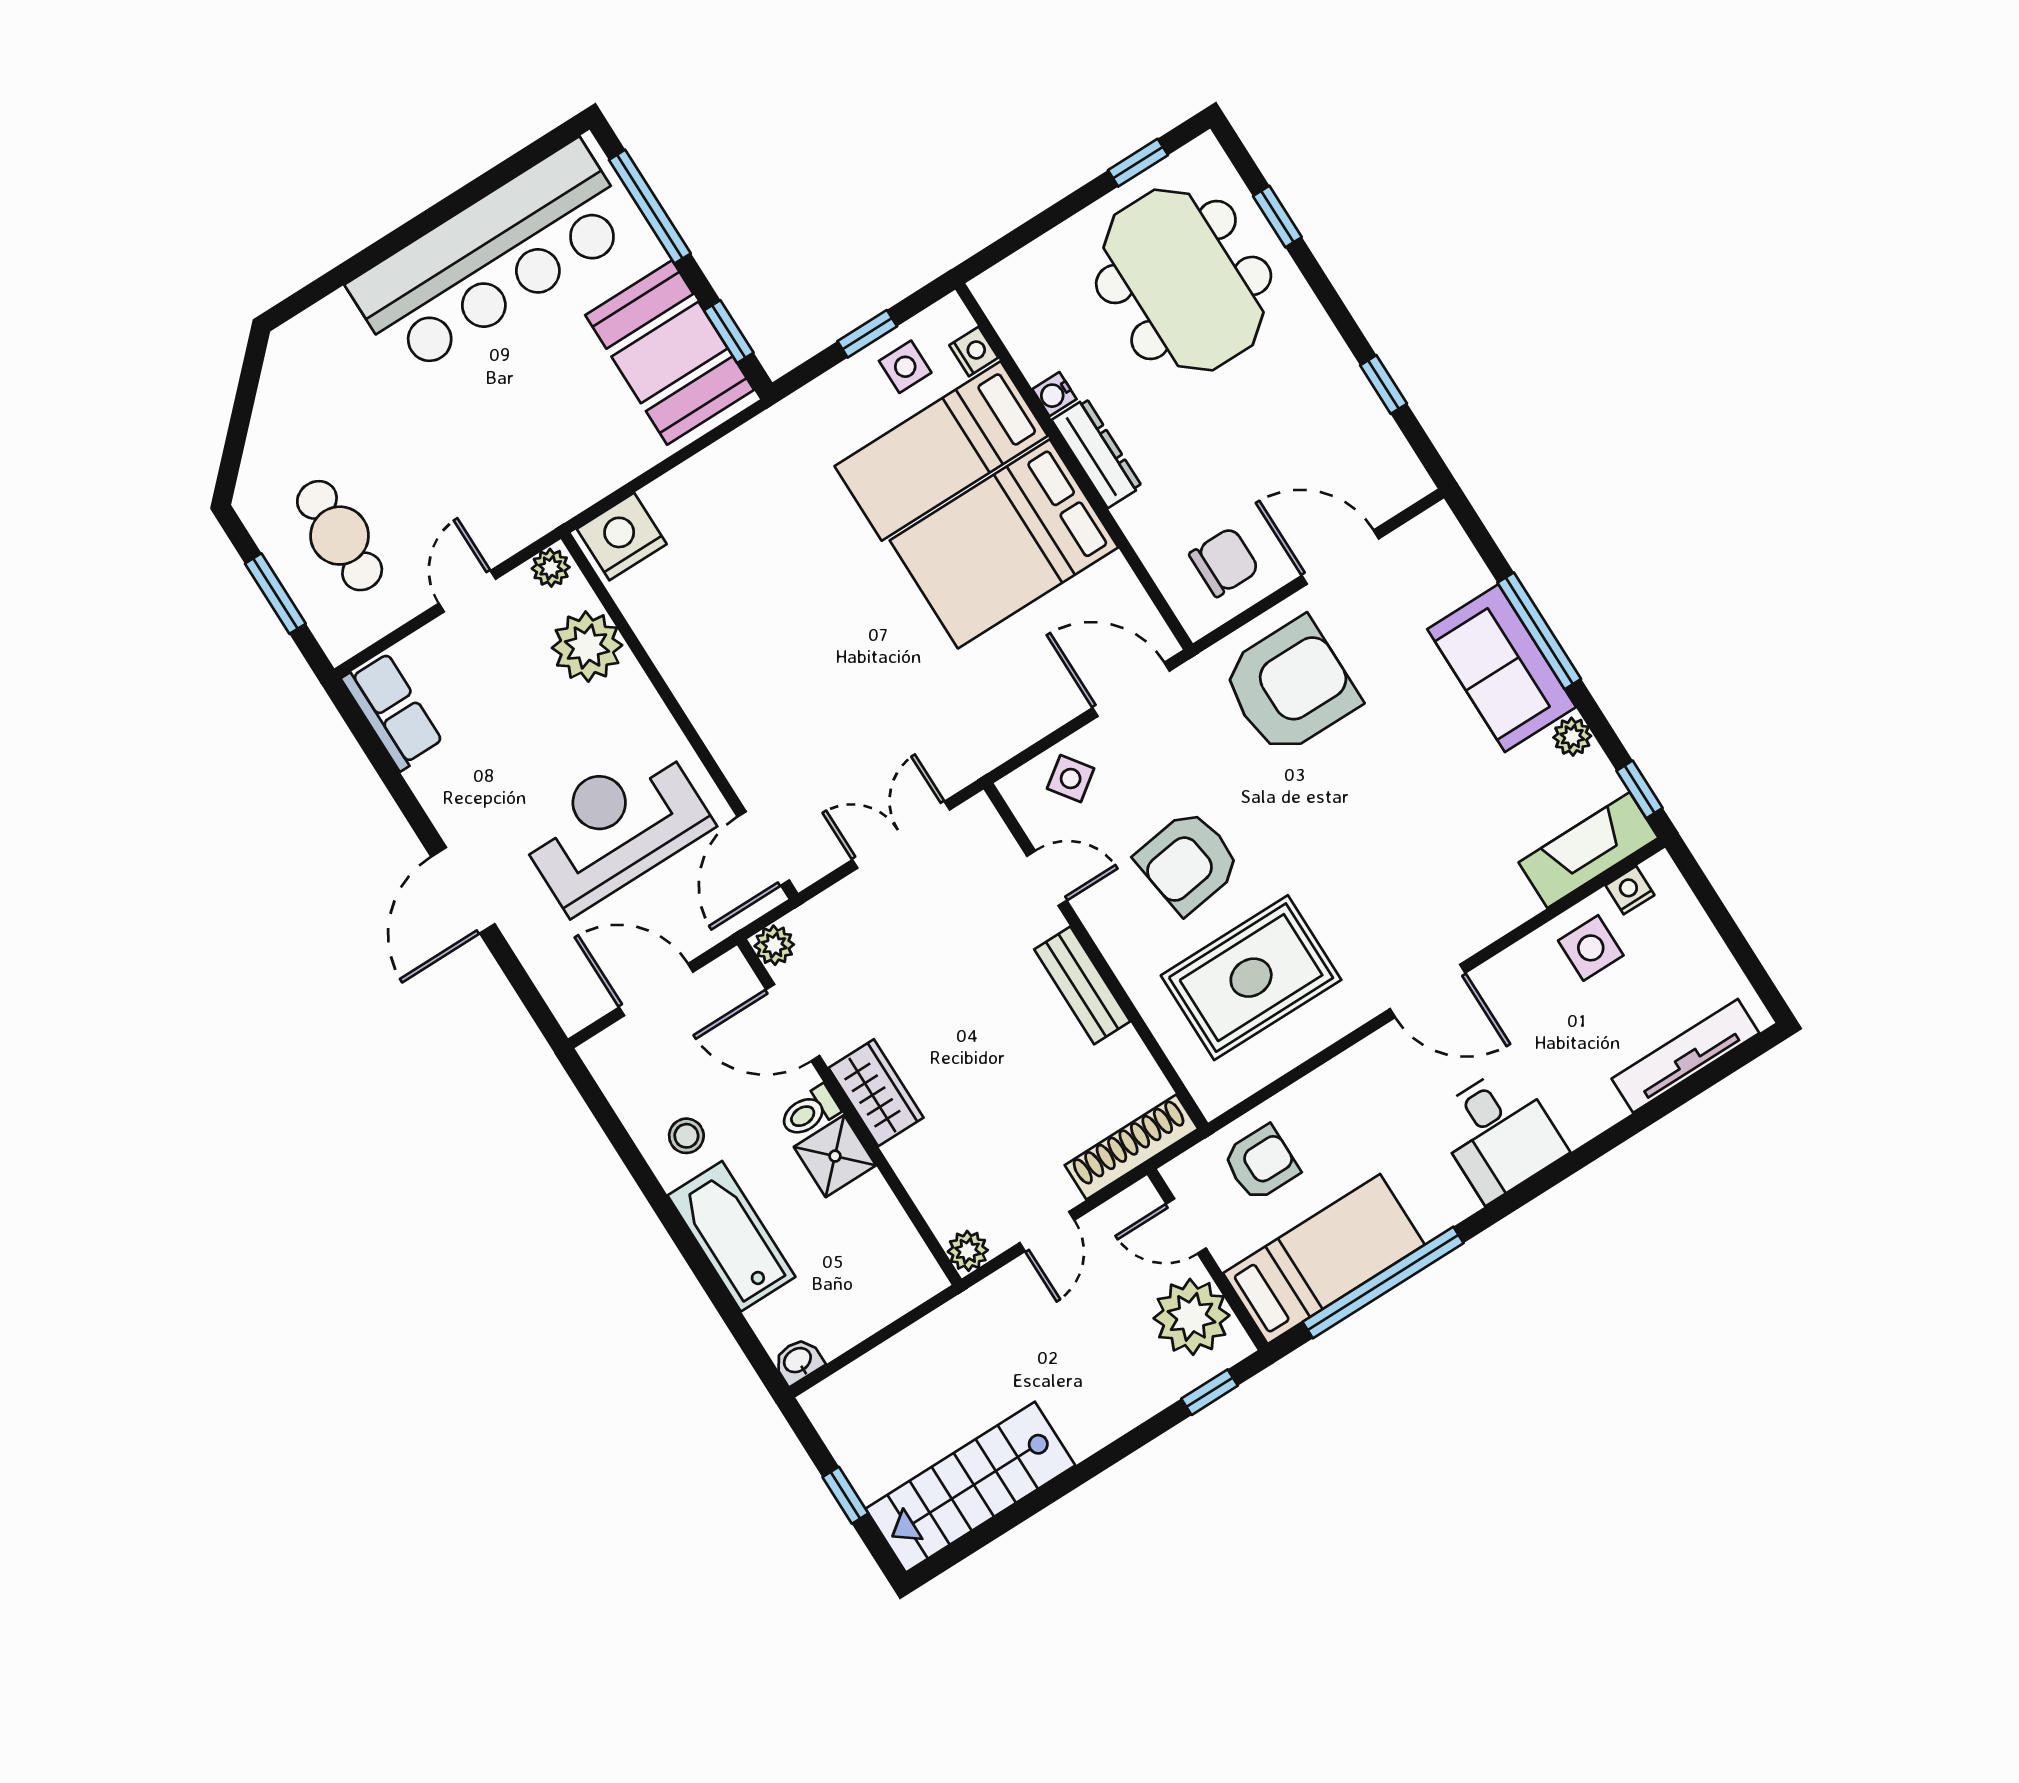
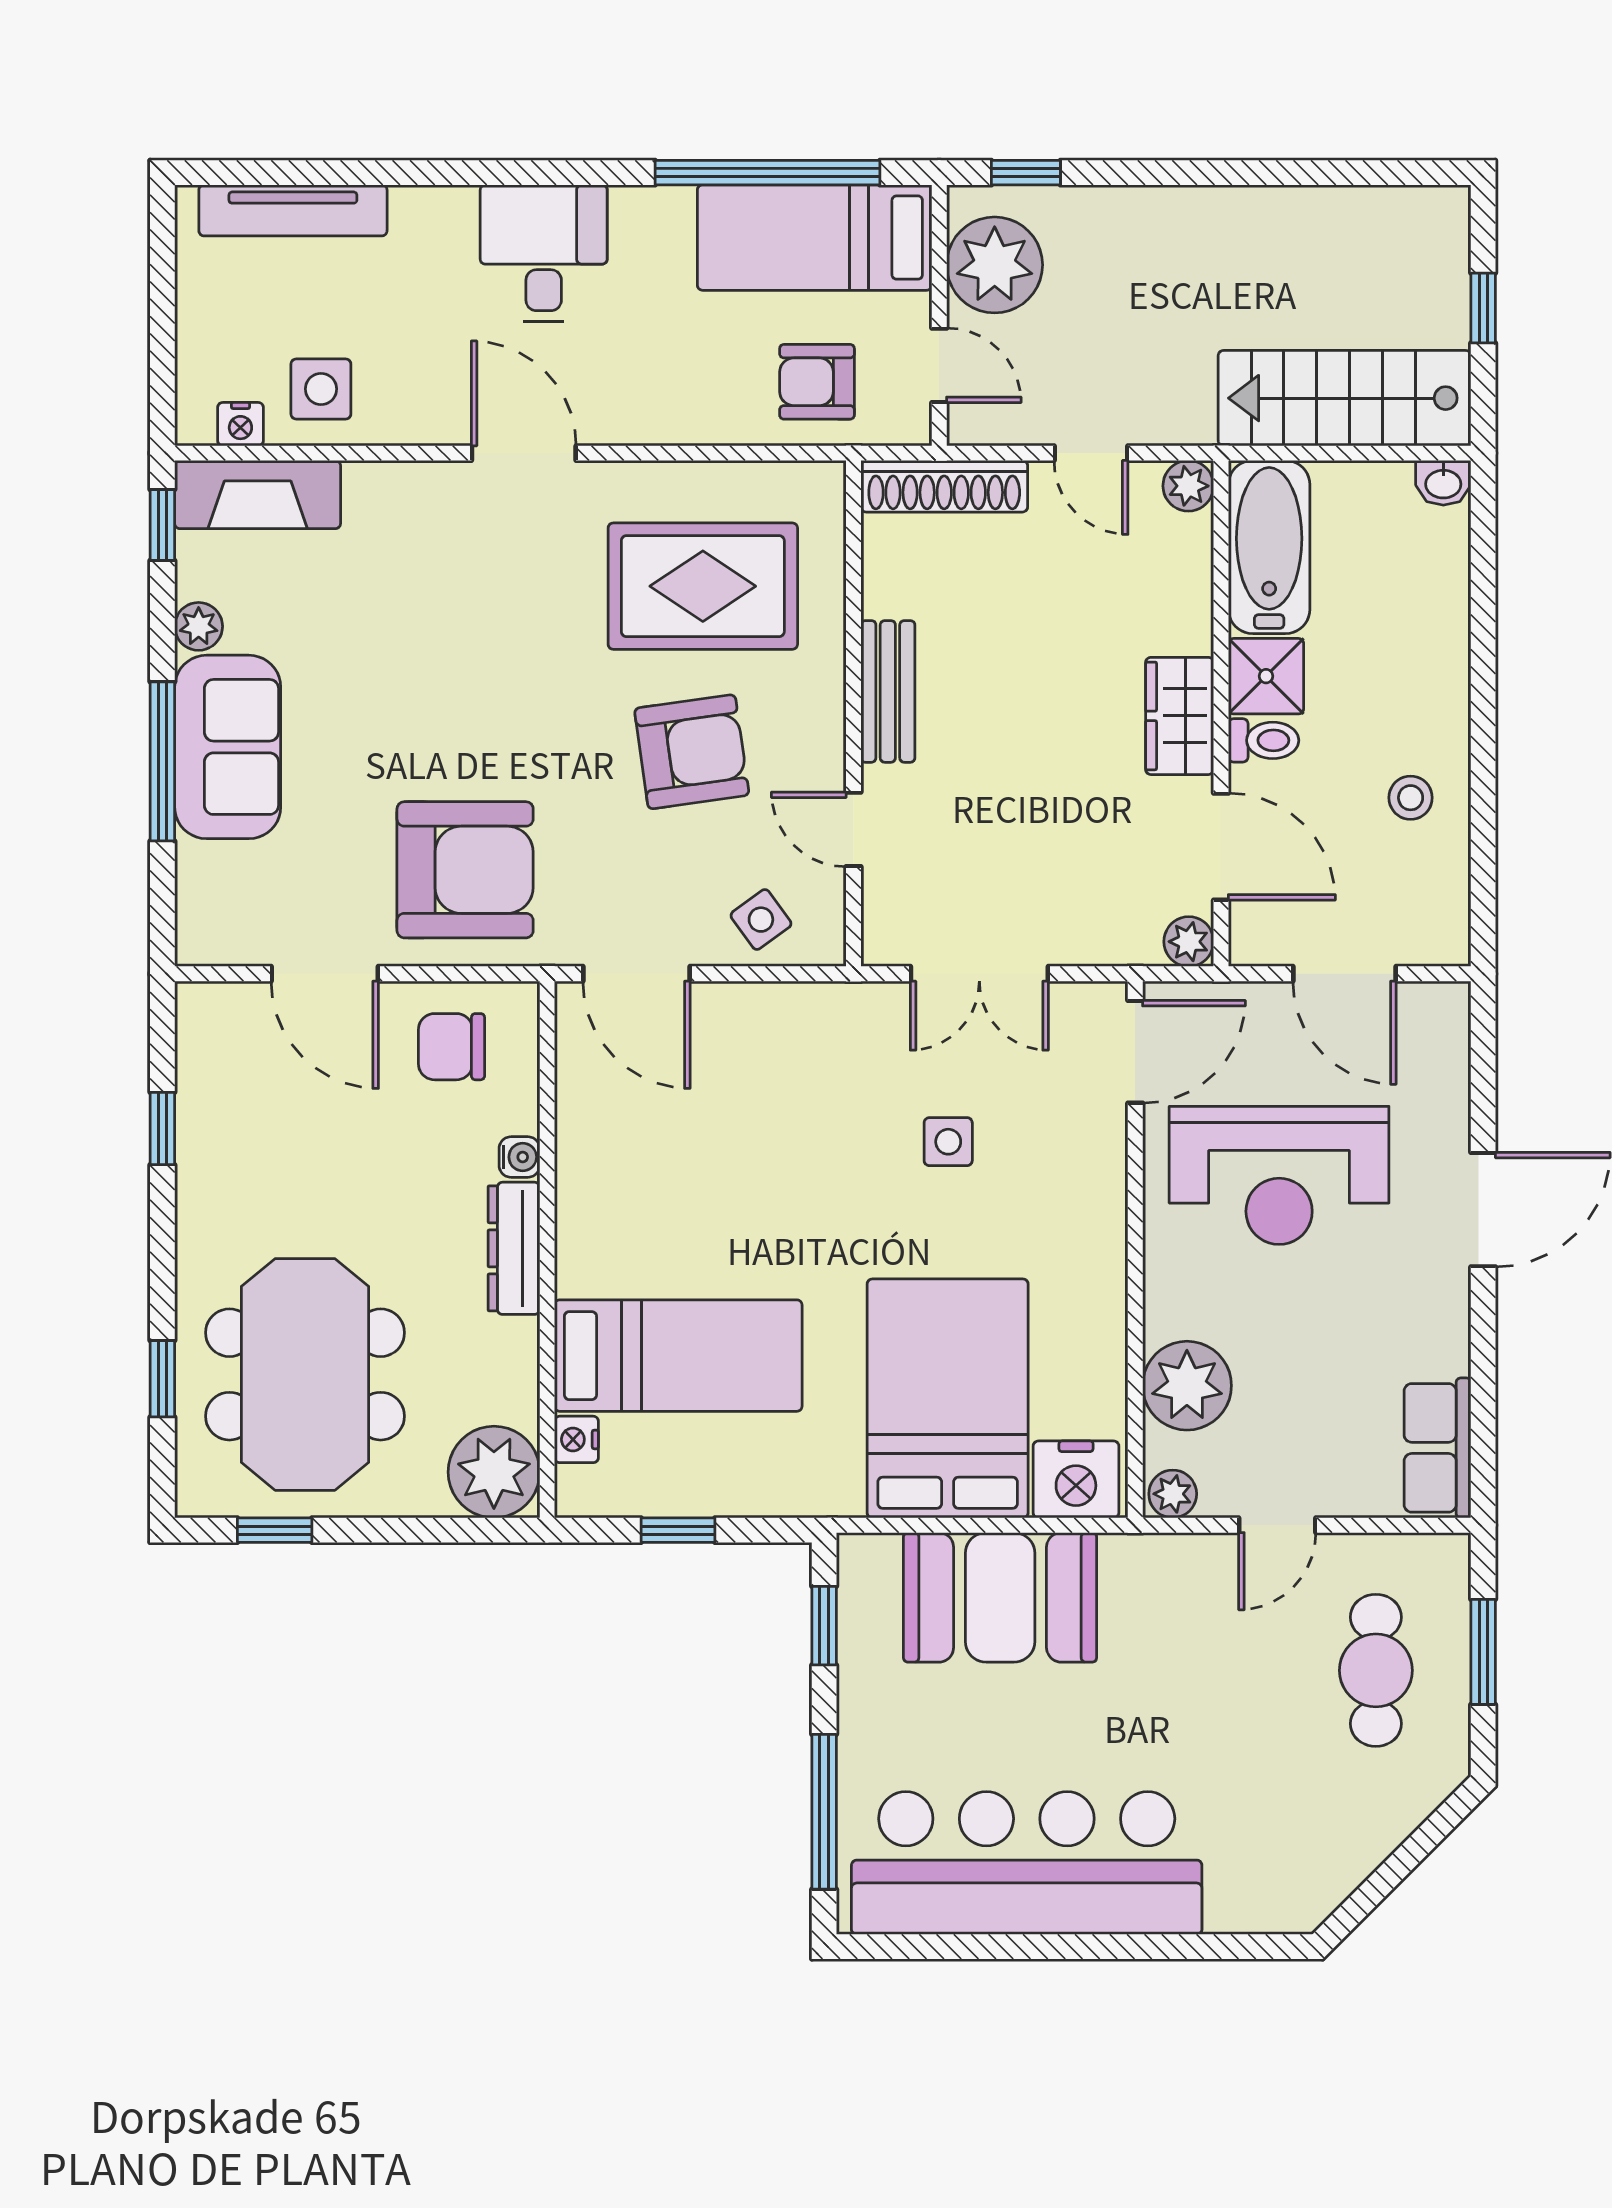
plant: (1015, 295) -> (494, 1472), added
booth: (670, 352) -> (1000, 1597), moved, turned 90
side table: (905, 367) -> (948, 1142), moved
water cooler: (1054, 394) -> (519, 1157), moved
bed: (1004, 544) -> (948, 1398), moved, turned -90
armchair: (1290, 686) -> (465, 870), turned 180
door: (1047, 1231) -> (1091, 453), swing flipped
bathtub: (731, 1236) -> (1269, 547), moved, turned 180
stairs: (970, 1487) -> (1345, 398), moved, turned 180

